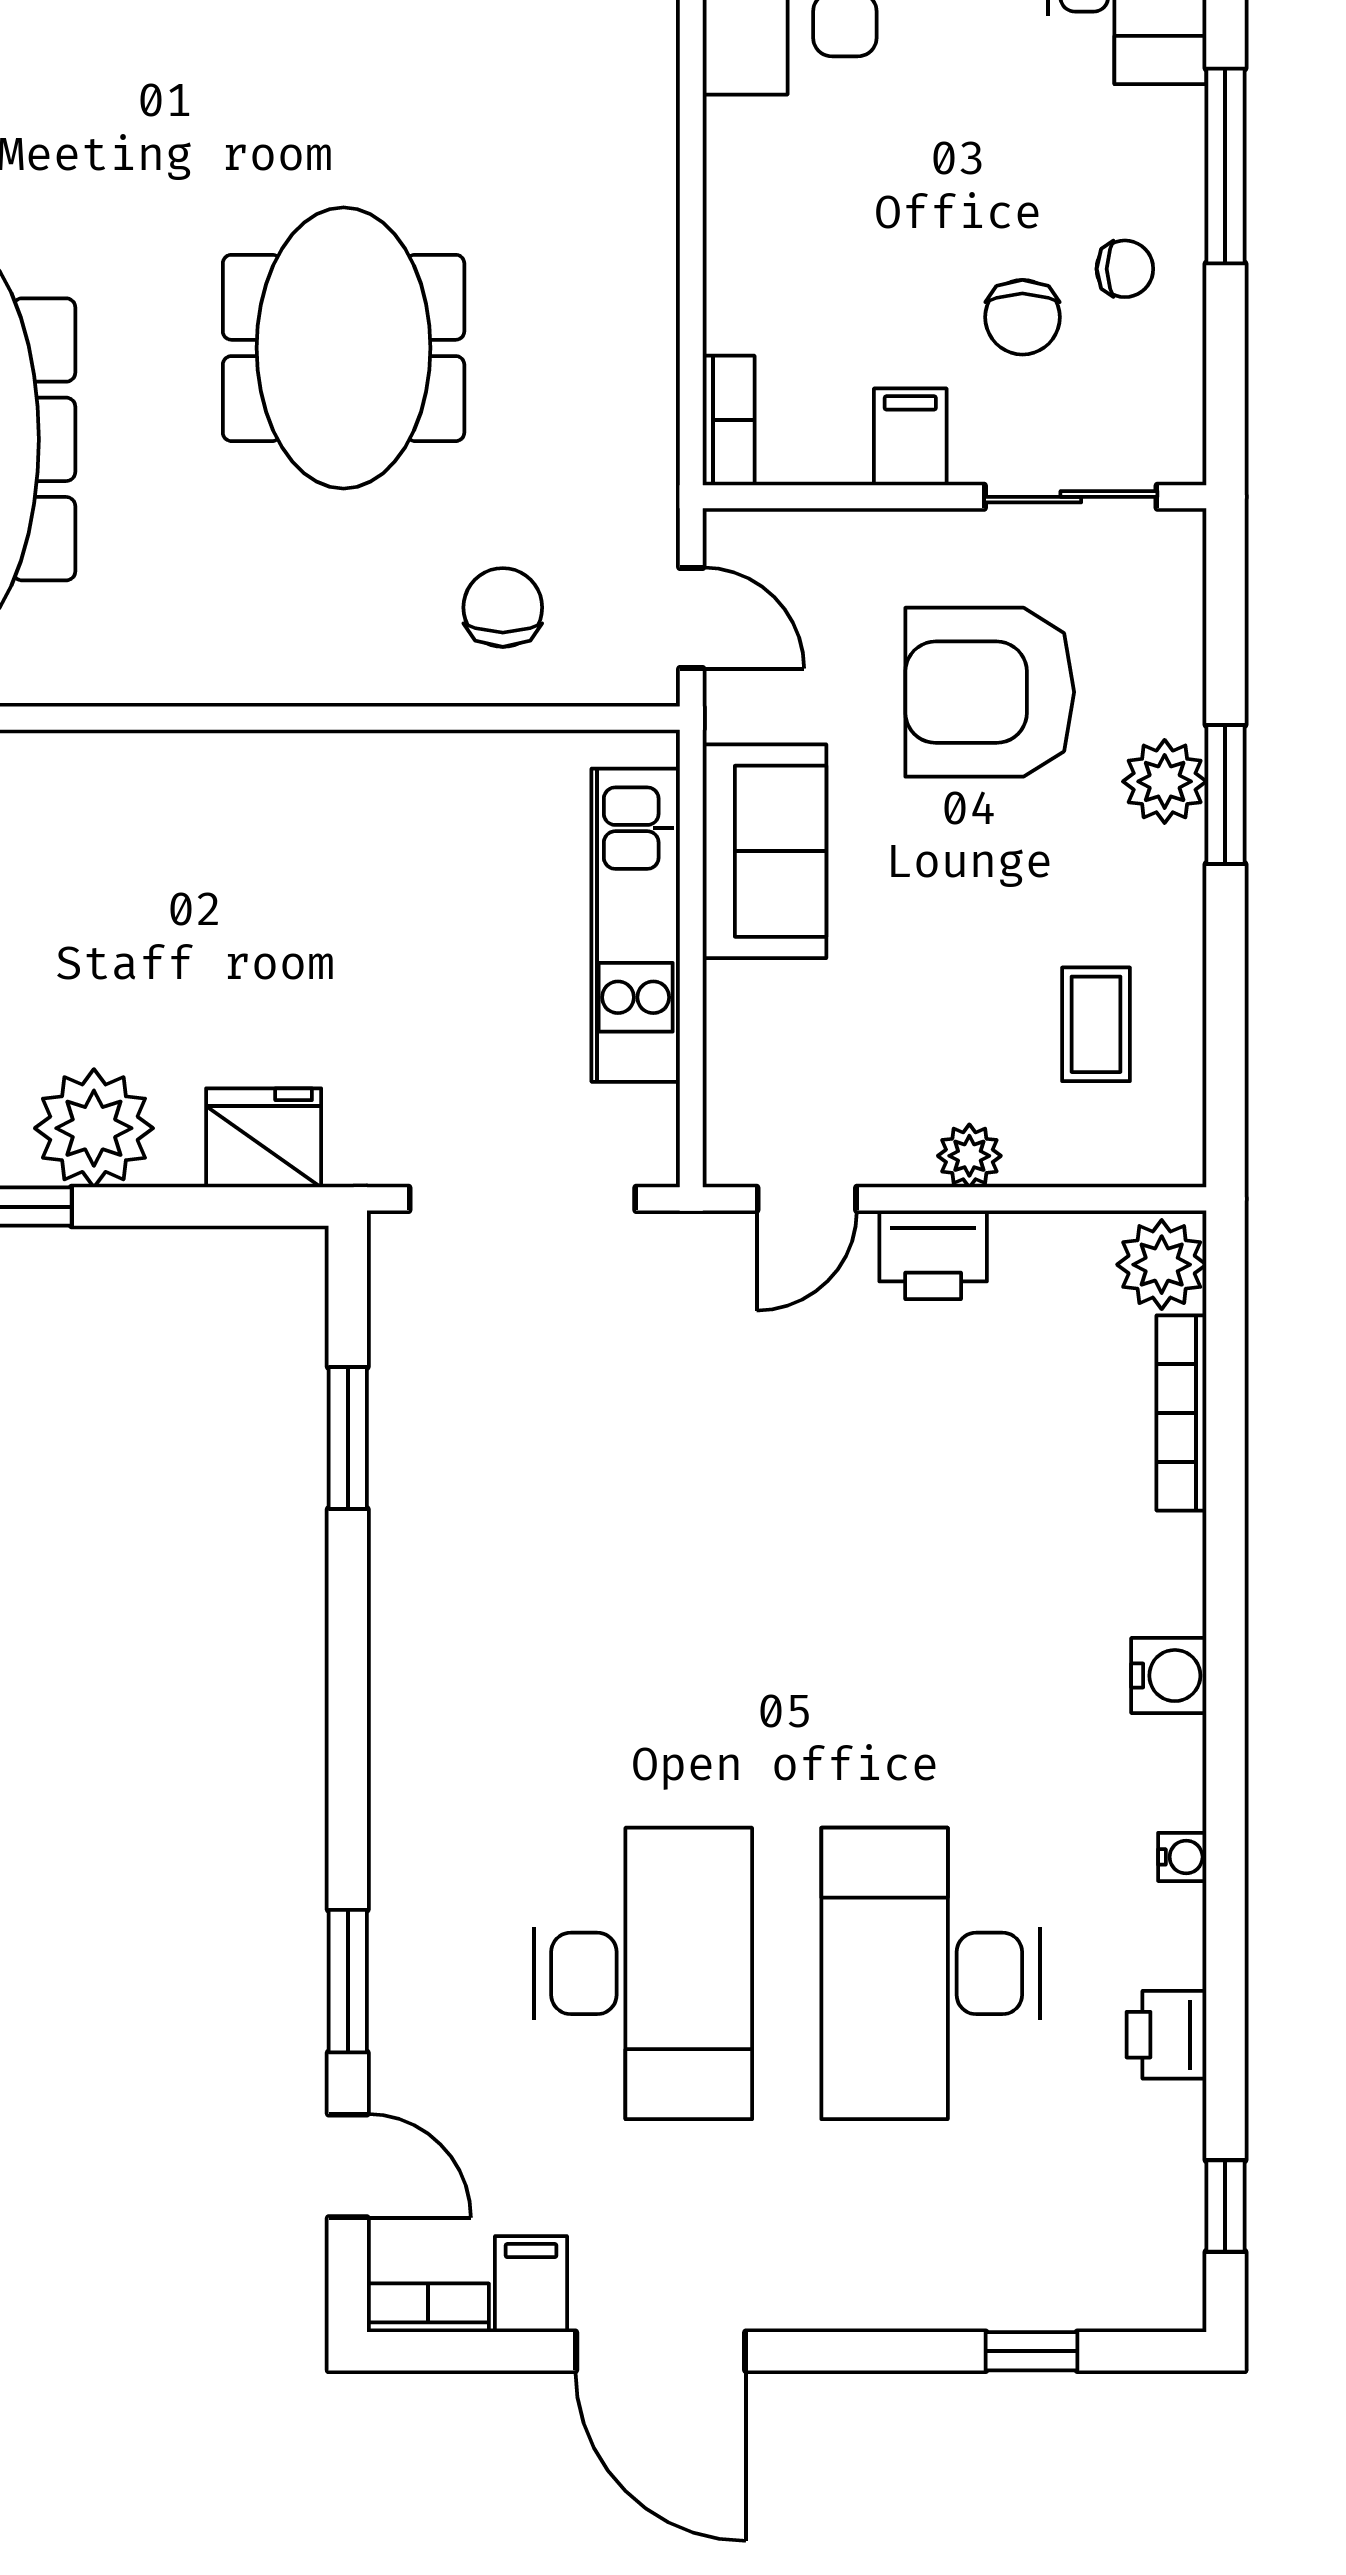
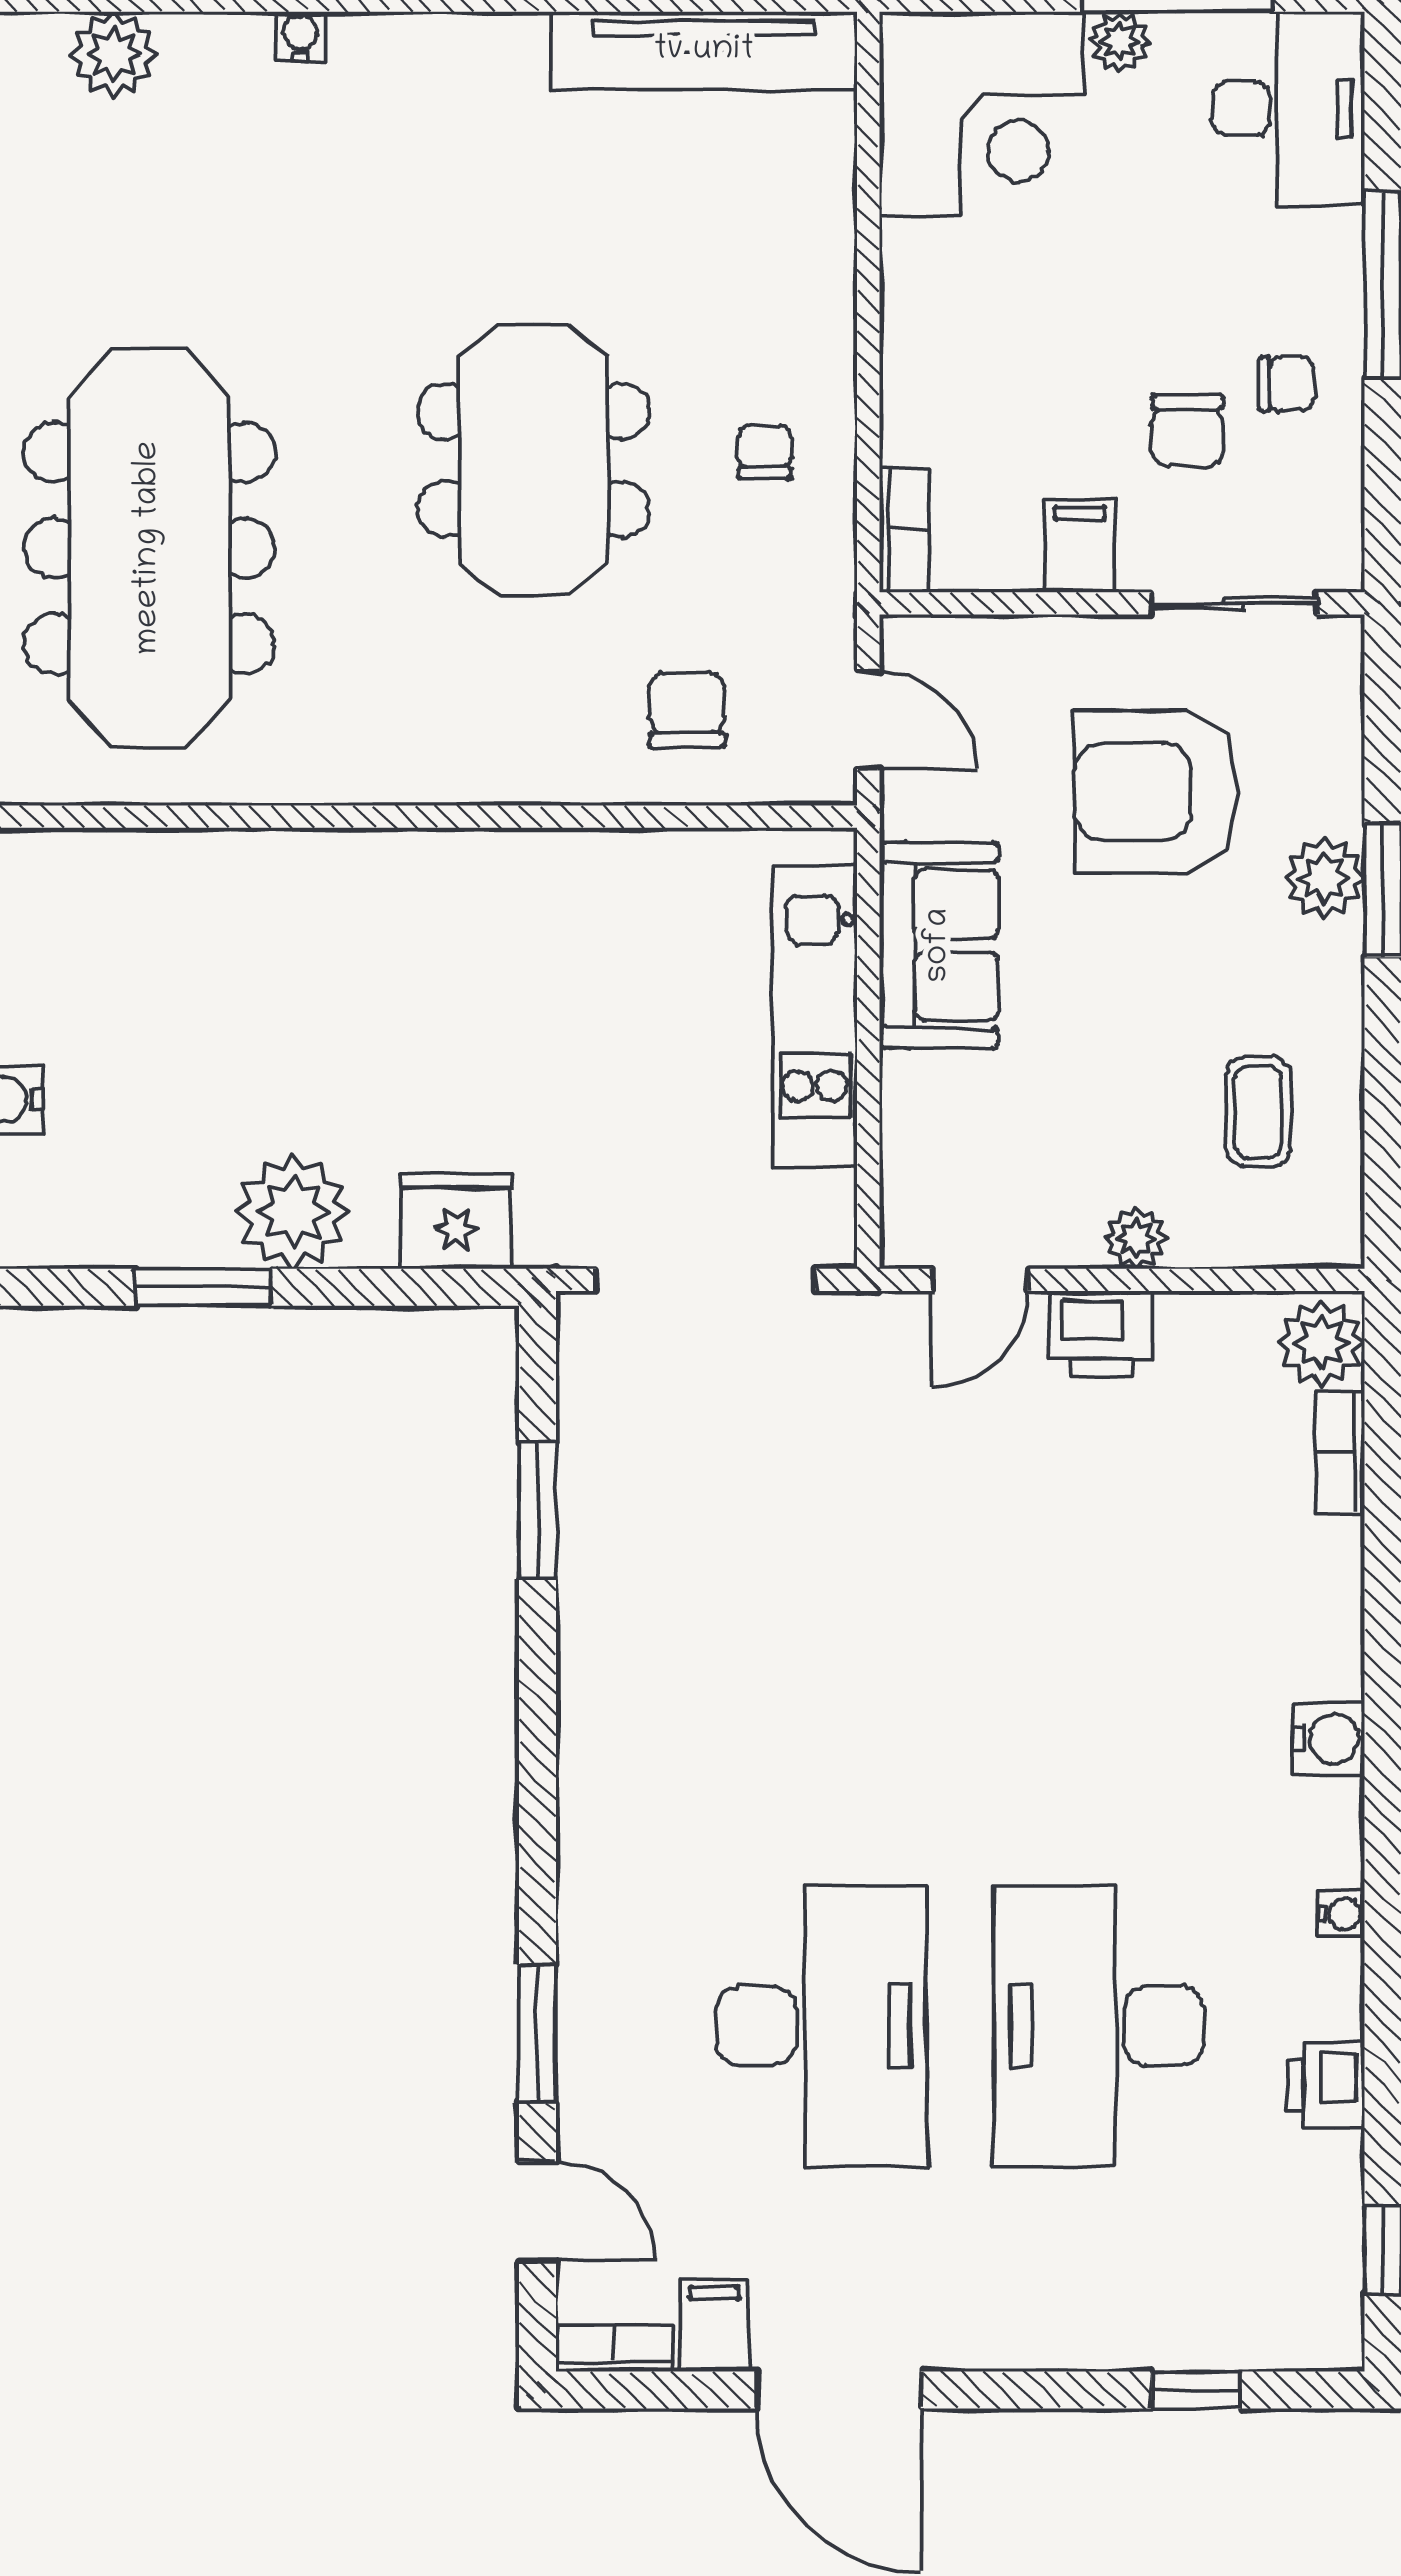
chair: (584, 340) -> (765, 452), added
bookcase: (1181, 1413) -> (1340, 1452), width x0.64

